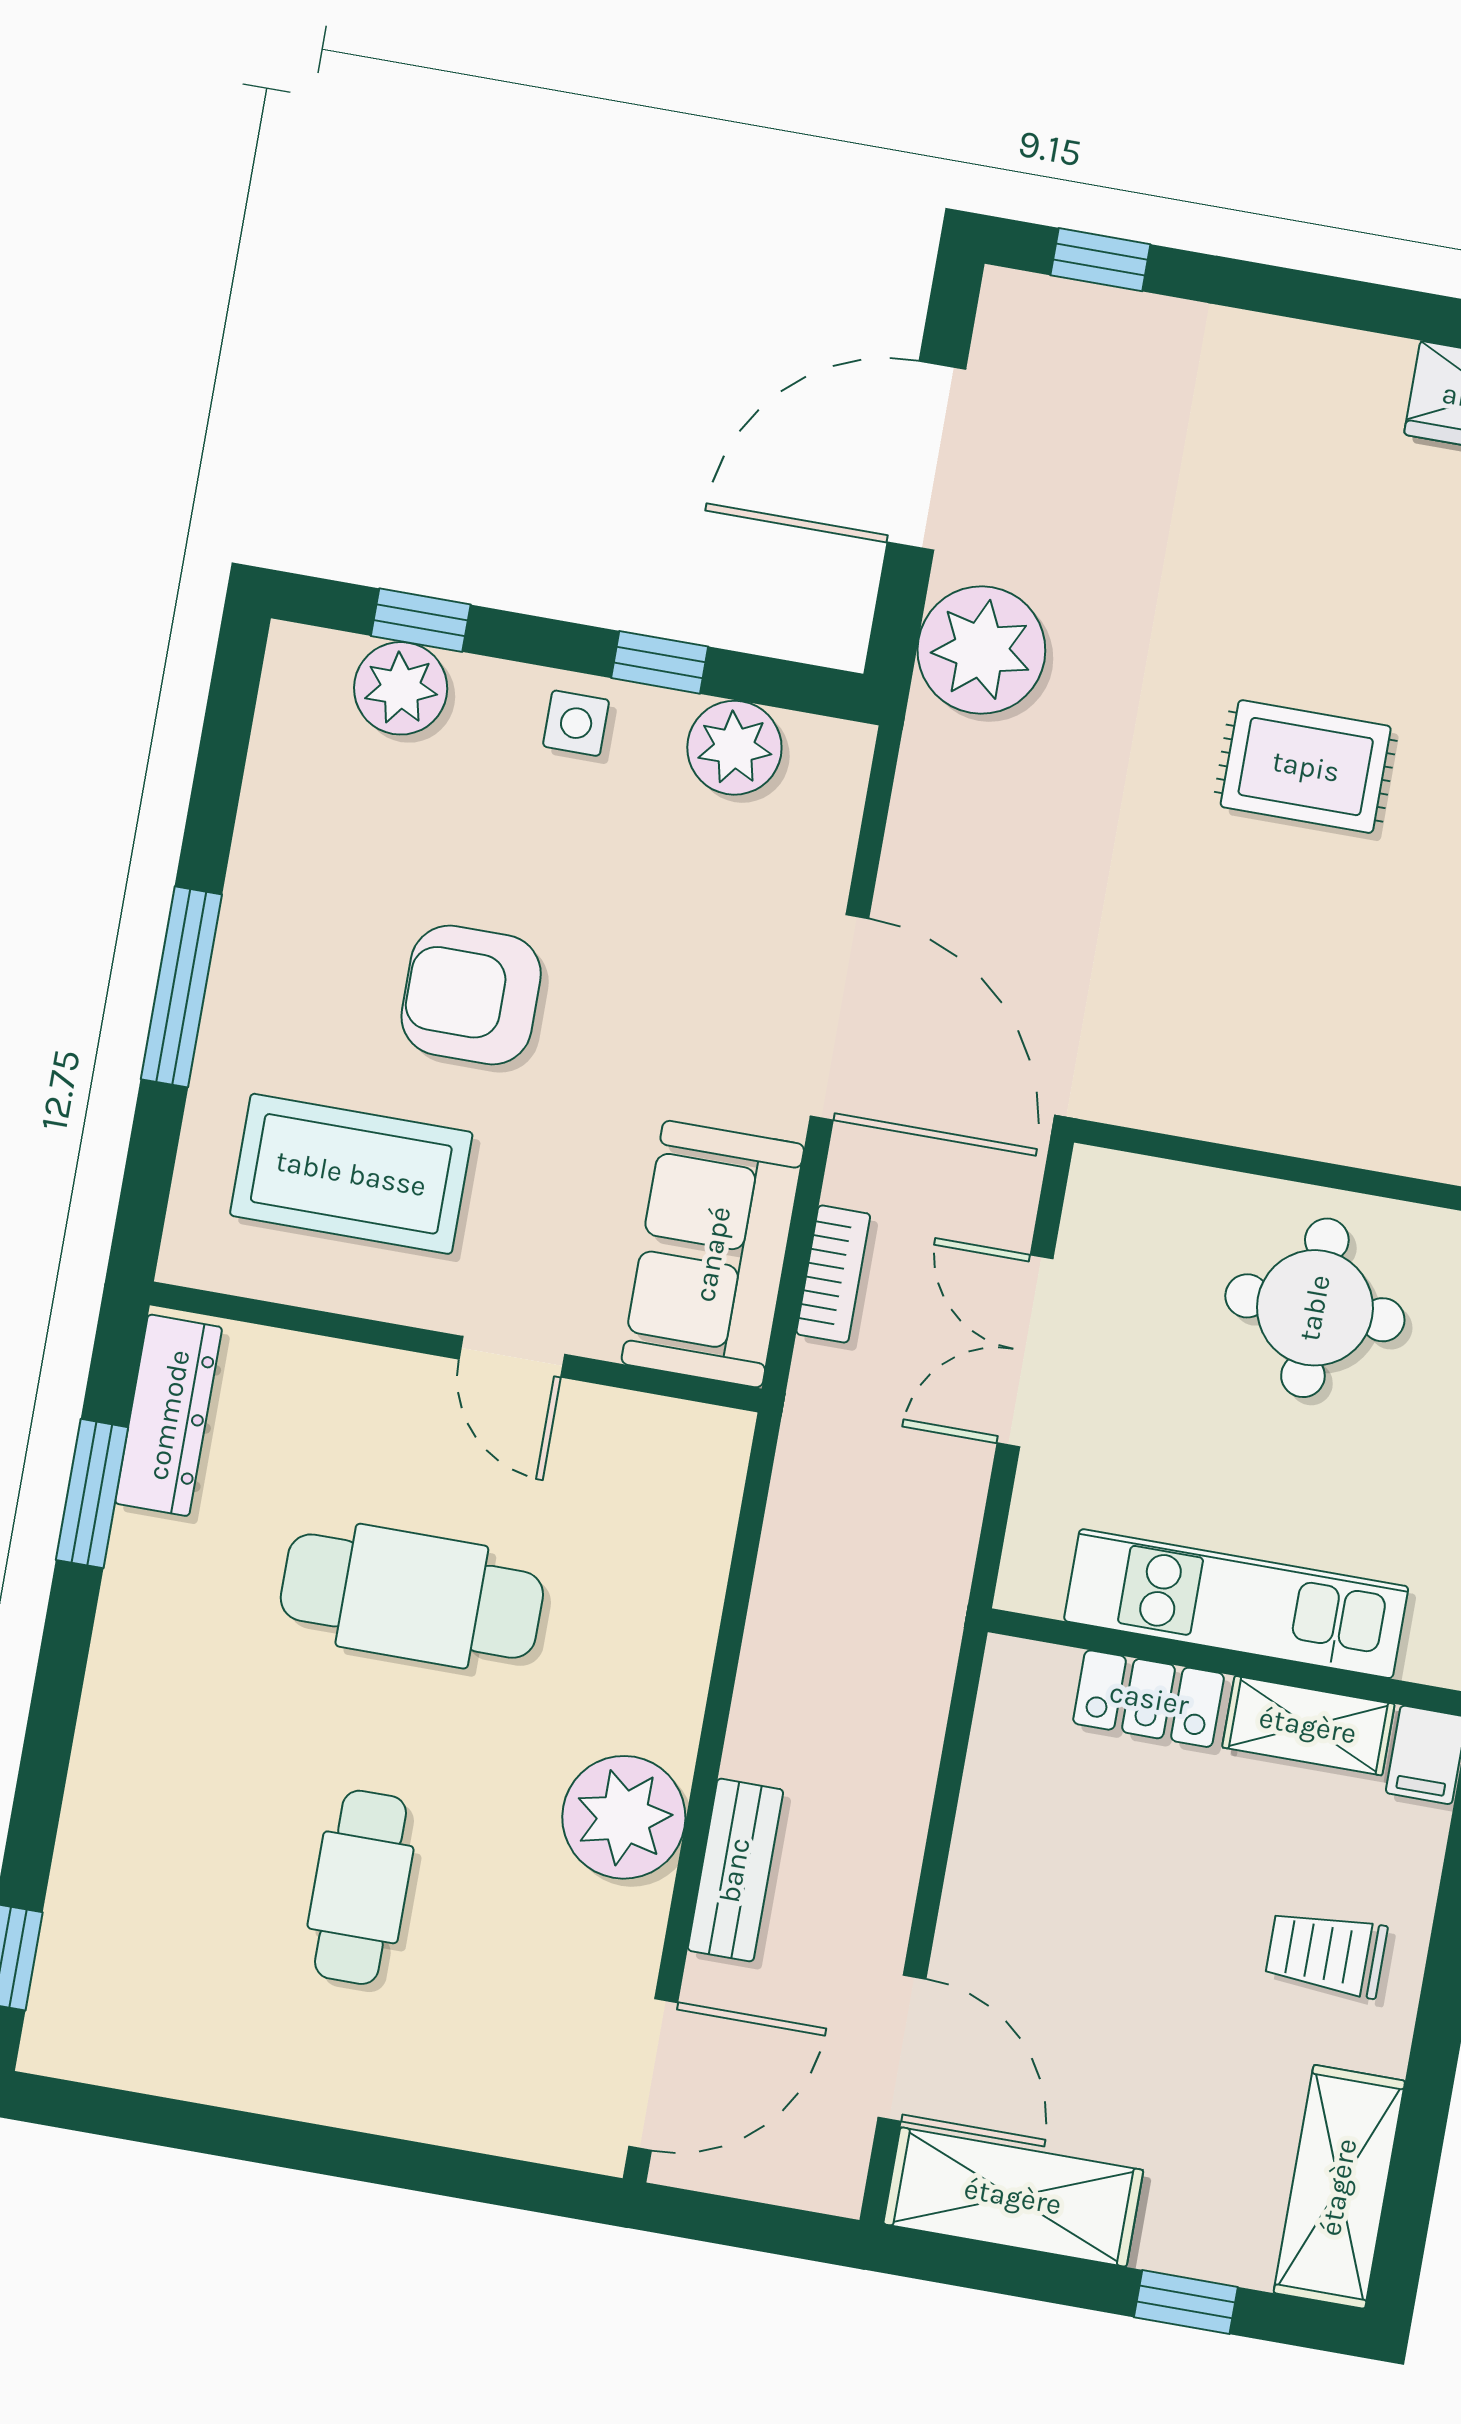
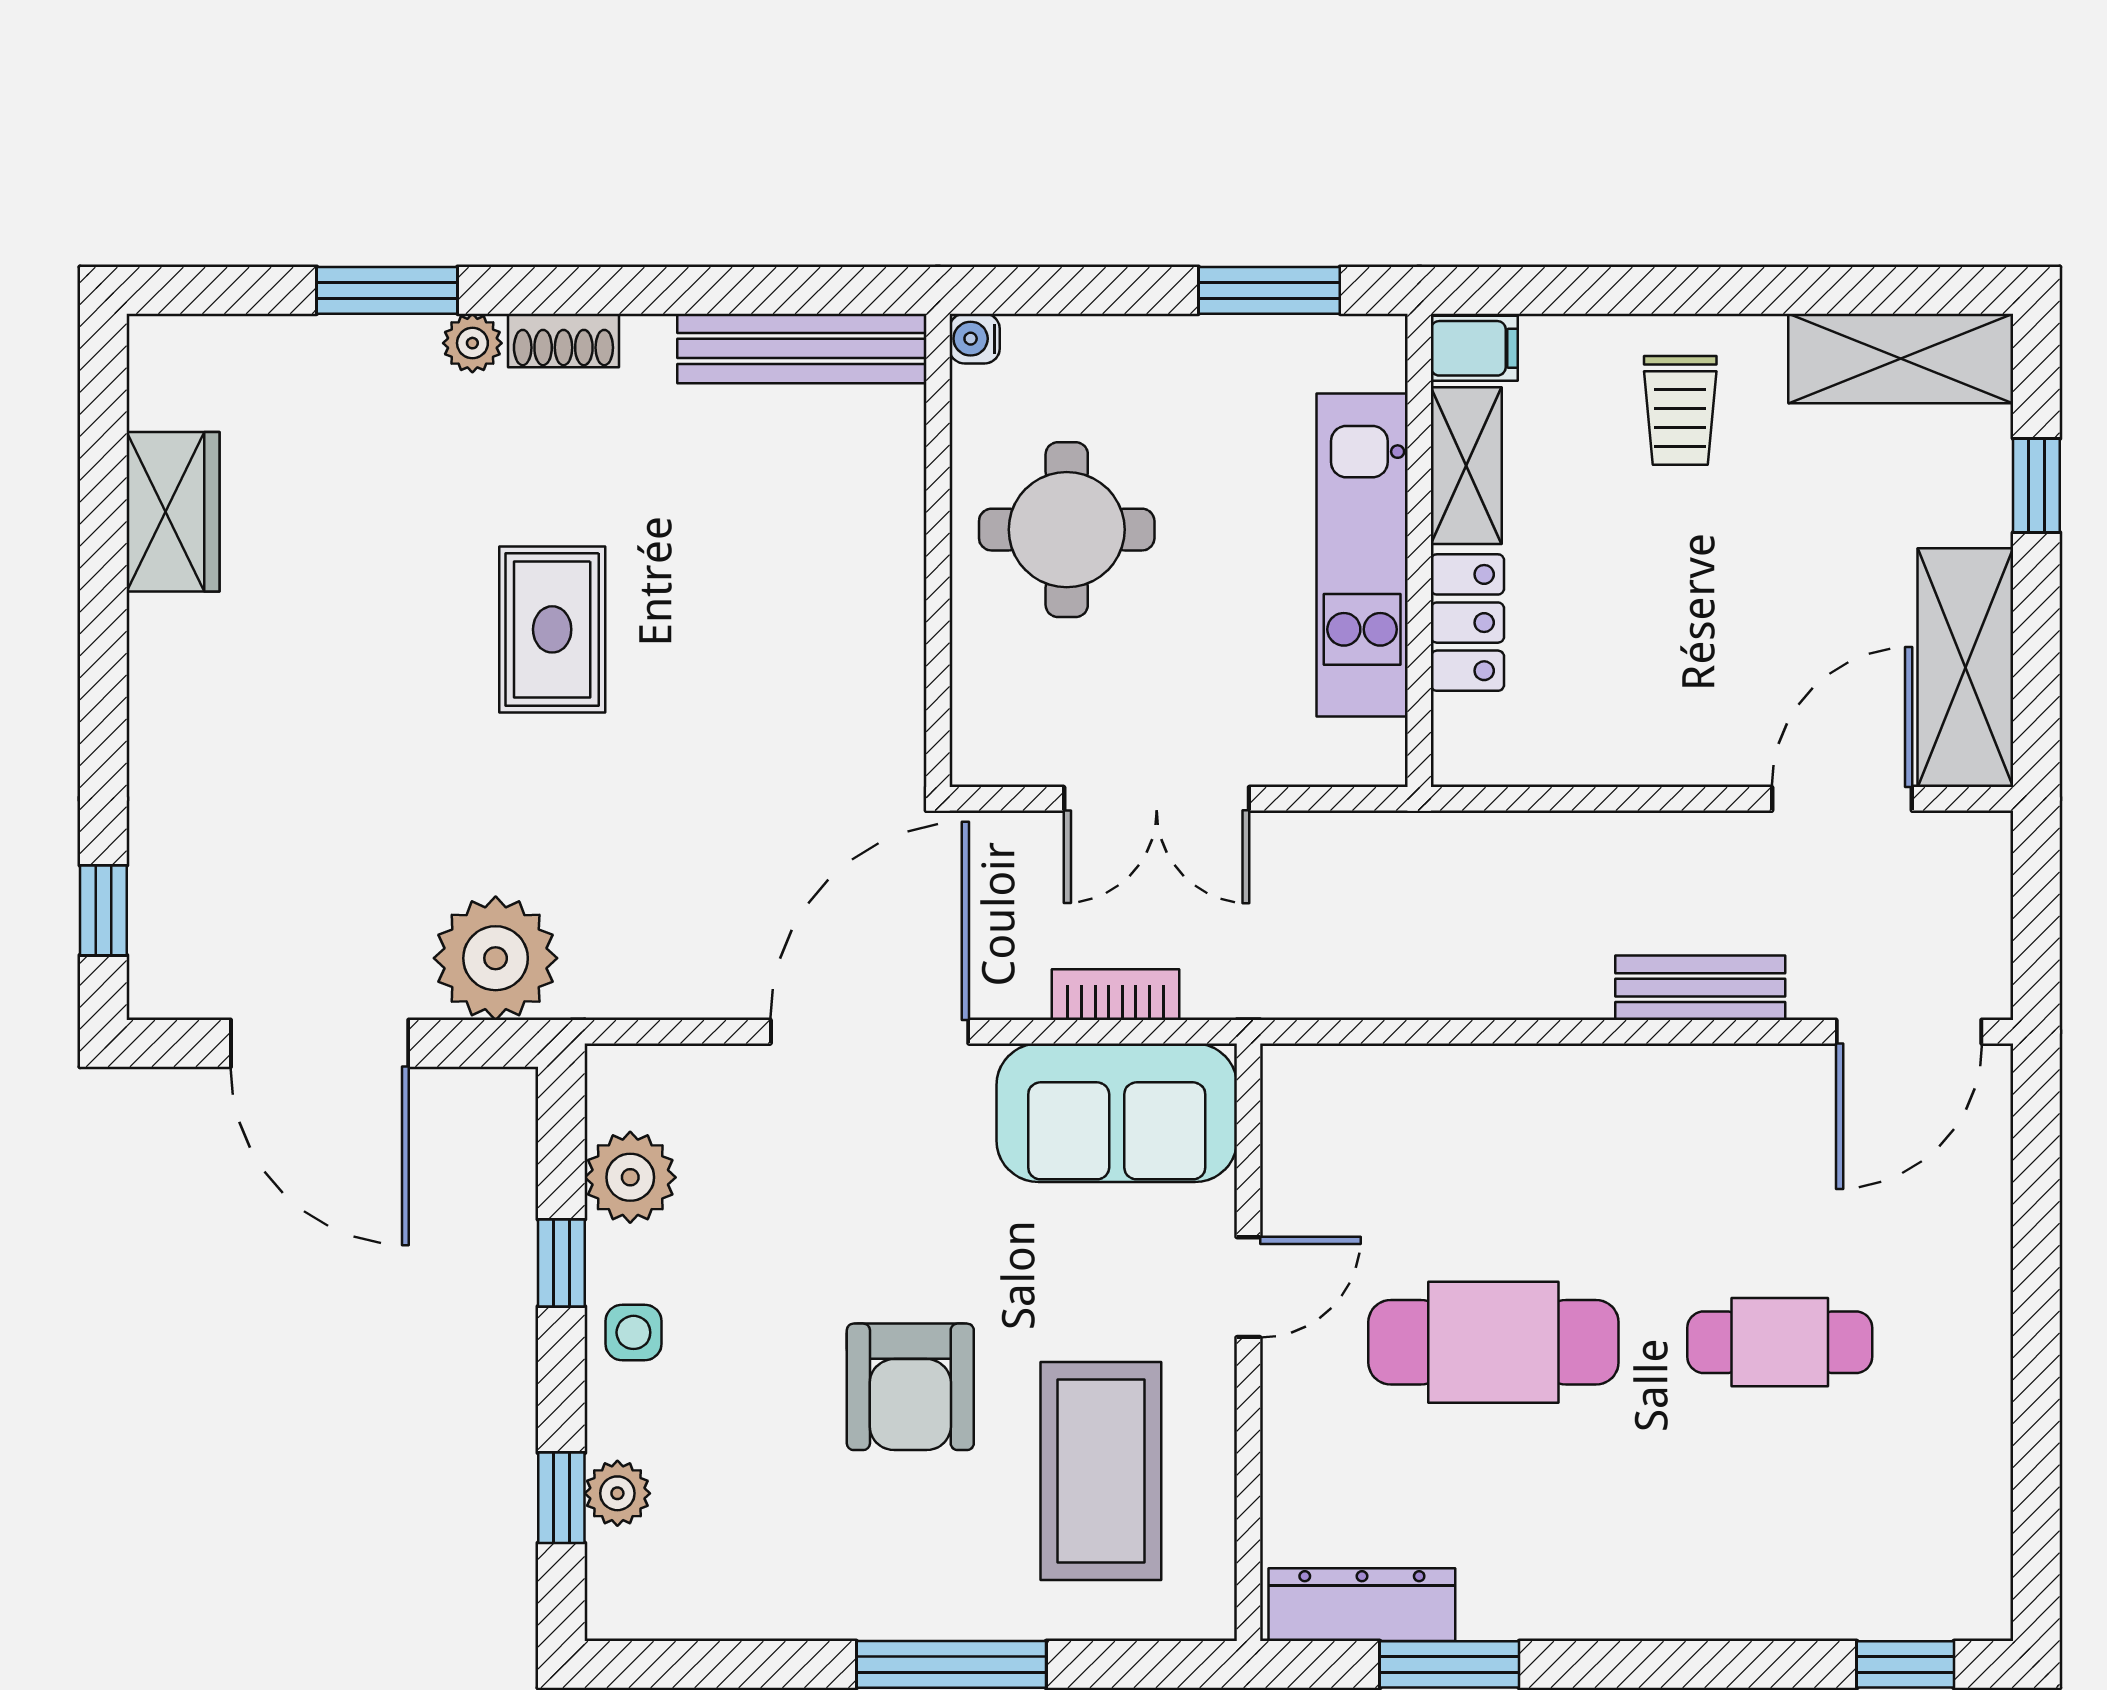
plant: (401, 688) -> (617, 1493), width x0.73, depth x0.73
cafe table: (412, 1596) -> (1493, 1342), turned 90
plant: (624, 1817) -> (1669, 1103), removed
door: (653, 2074) -> (1909, 1032), swing flipped

